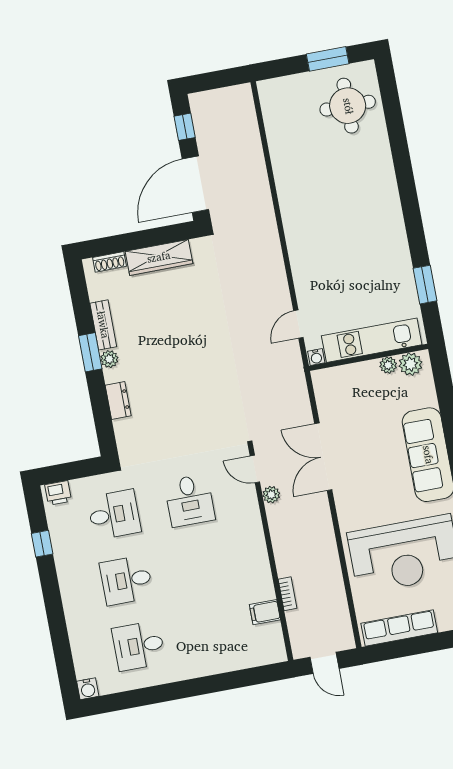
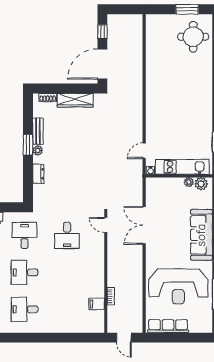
plant: (271, 495) -> (112, 241), removed
desk: (114, 515) -> (25, 235), turned -90

